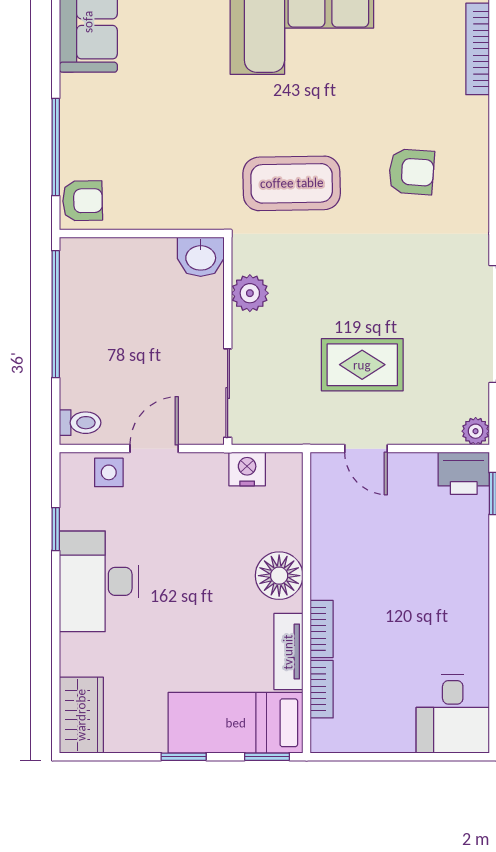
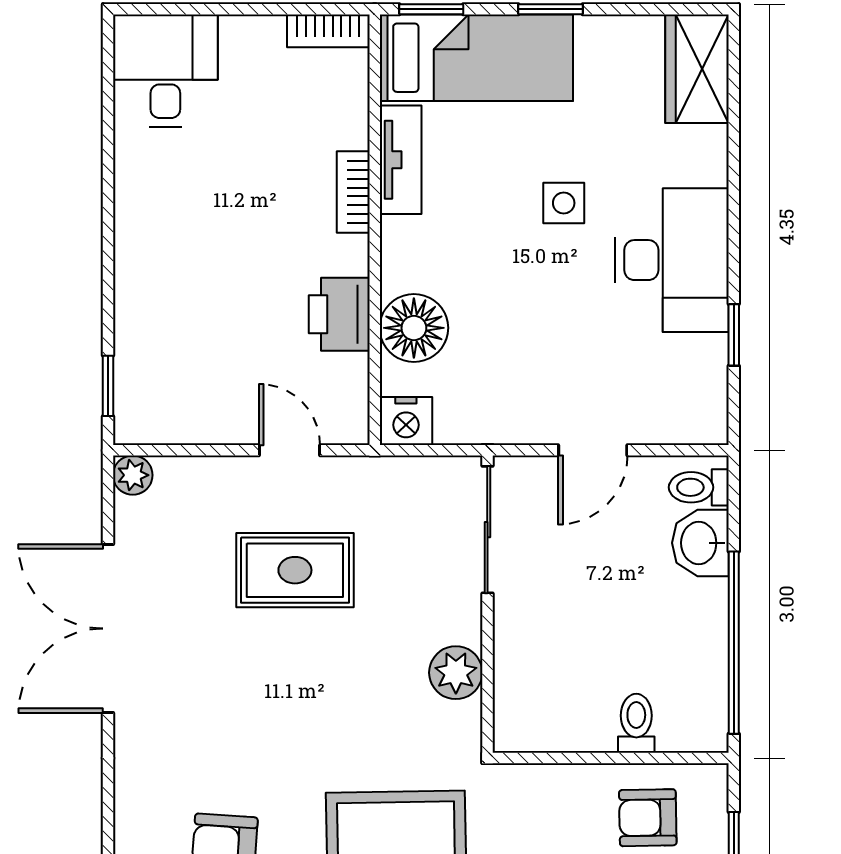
armchair: (82, 201) -> (648, 818), moved
washbasin: (201, 257) -> (700, 543), moved, turned -90
toilet: (124, 258) -> (636, 723), added
nightstand: (247, 469) -> (406, 421), moved
side table: (109, 472) -> (564, 203), moved
printer: (464, 473) -> (339, 314), moved, turned -90
floor lamp: (279, 576) -> (414, 328), moved
bookcase: (322, 689) -> (328, 31), moved, turned -90

